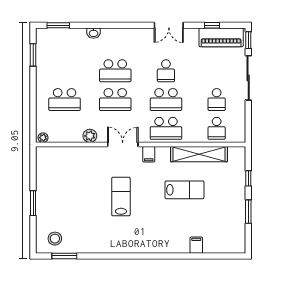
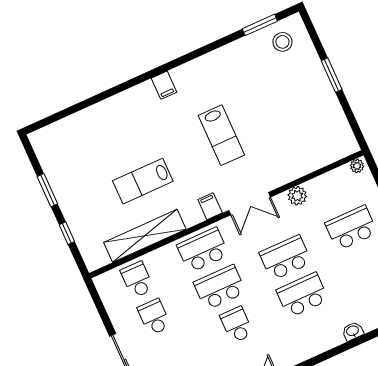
filing cabinet: (196, 245) -> (164, 85), moved

